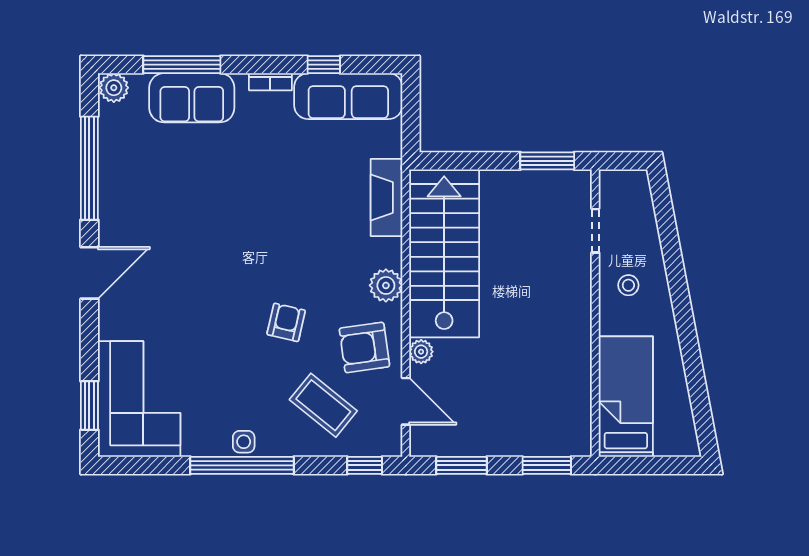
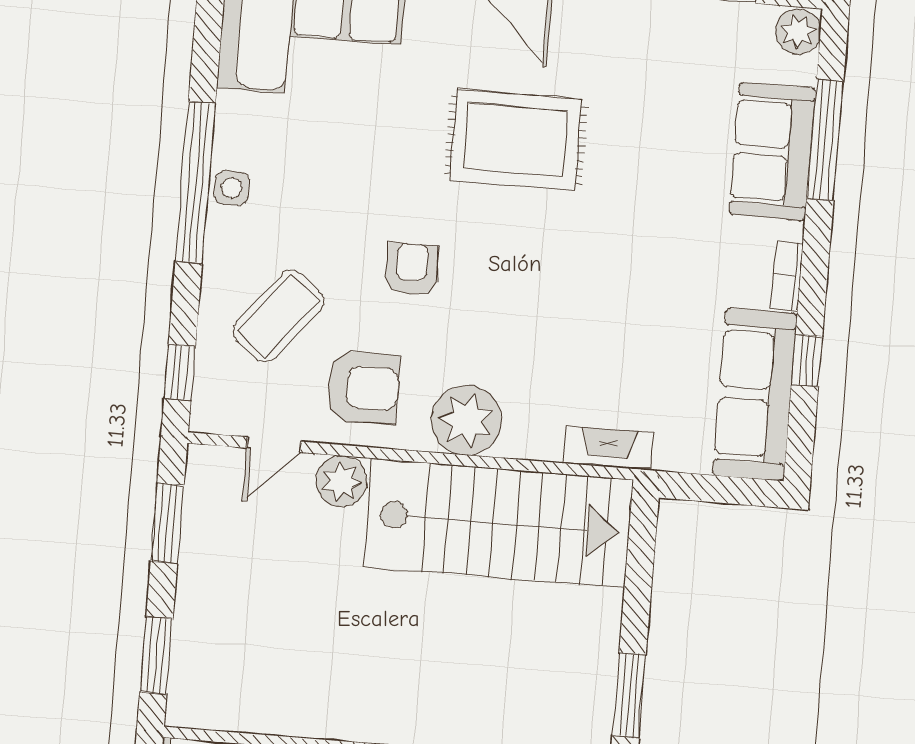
fireplace: (386, 198) -> (608, 448), width x0.73, depth x0.76
rug: (198, 263) -> (516, 140), added
plant: (386, 285) -> (466, 420), width x1.36, depth x1.36
armchair: (286, 322) -> (412, 269), turned -103
armchair: (364, 347) -> (363, 387), turned 98
plant: (421, 352) -> (342, 481), width x1.38, depth x1.38
door: (406, 401) -> (274, 445), width x0.73

